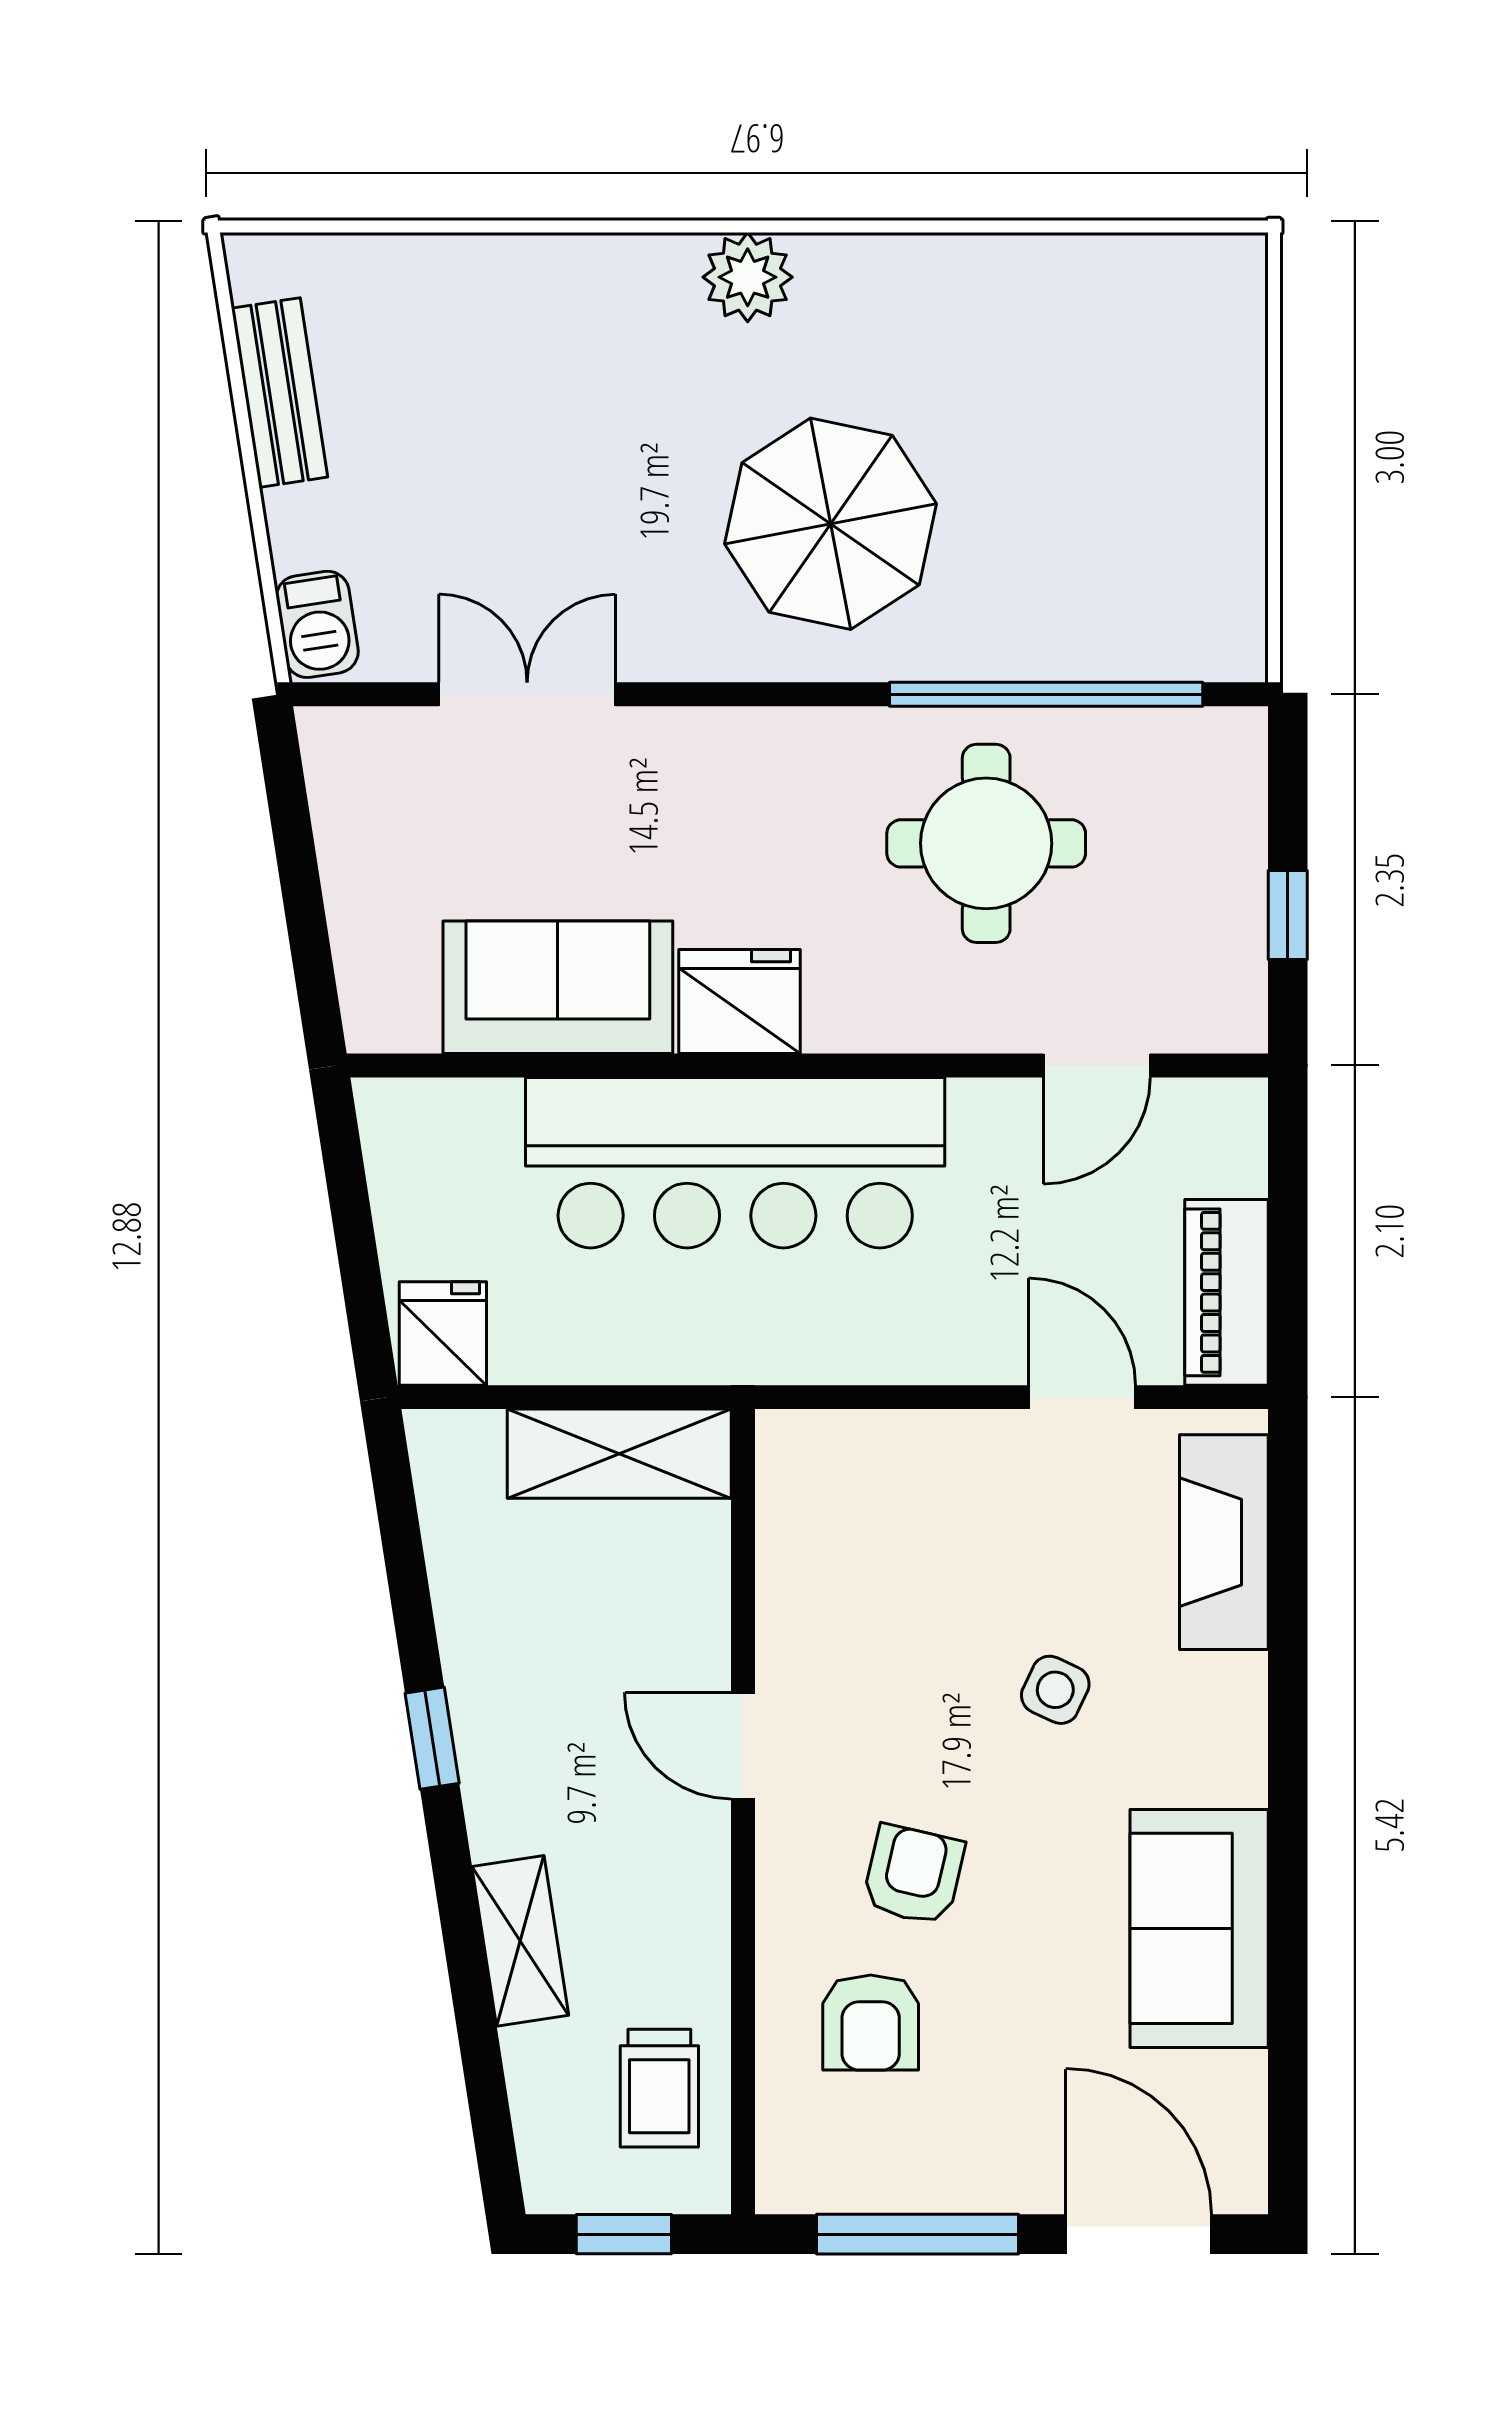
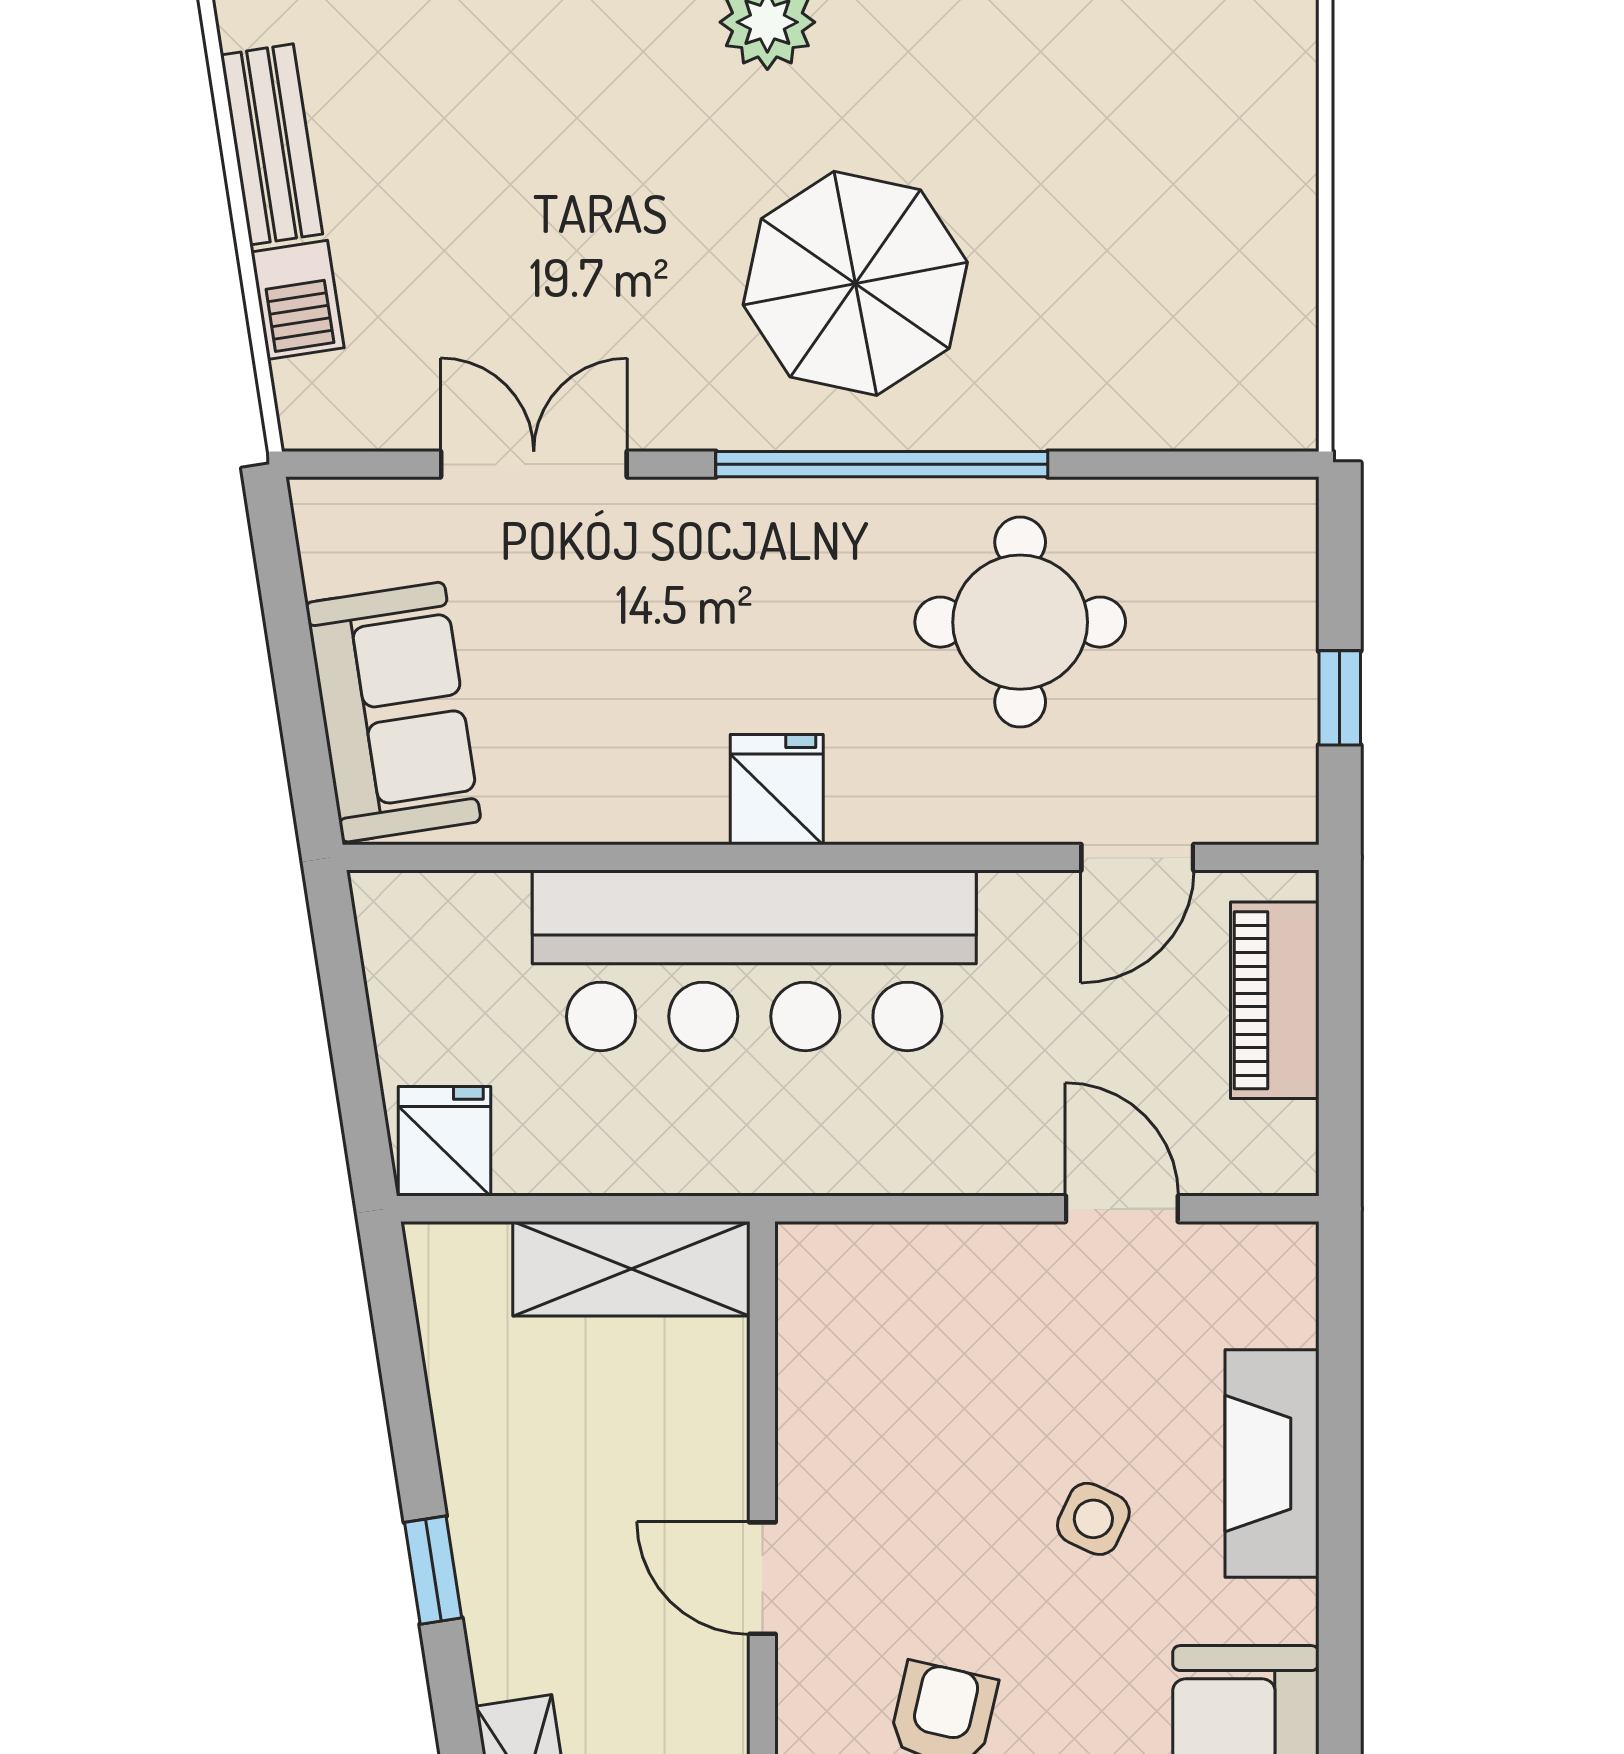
barbecue: (317, 624) -> (297, 300), moved
window: (1046, 694) -> (882, 464), moved
sofa: (558, 987) -> (393, 712), moved, turned 81
fridge: (740, 1001) -> (777, 790), width x0.72
piano: (1226, 1292) -> (1275, 1000), moved
fireplace: (1224, 1542) -> (1272, 1464), moved

